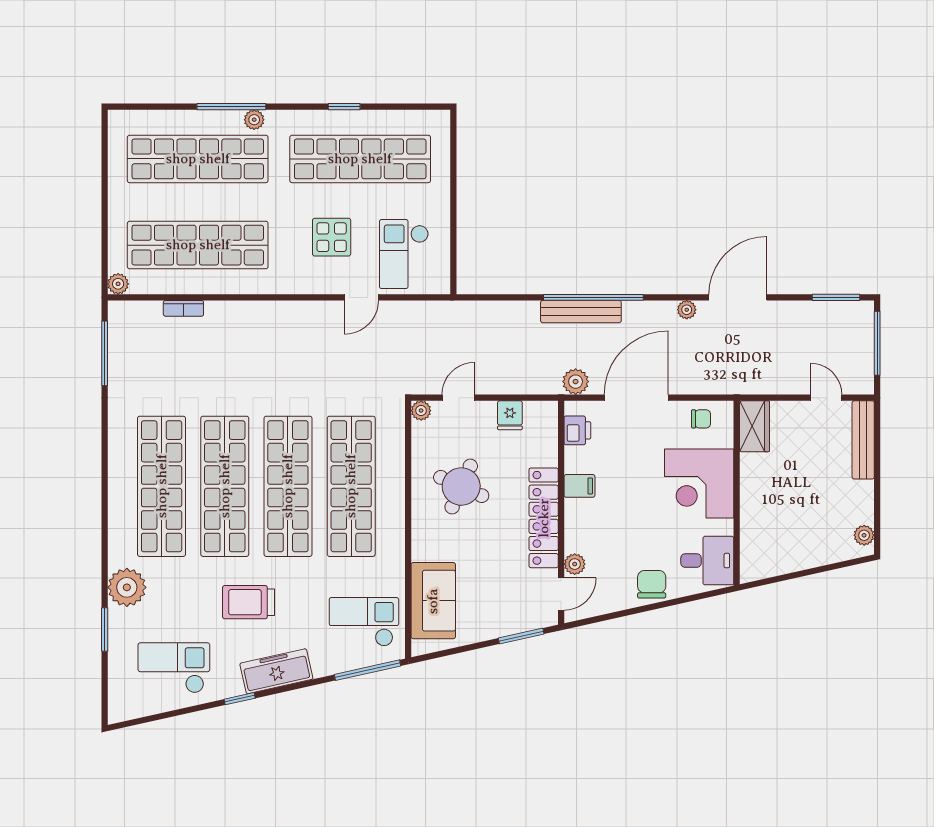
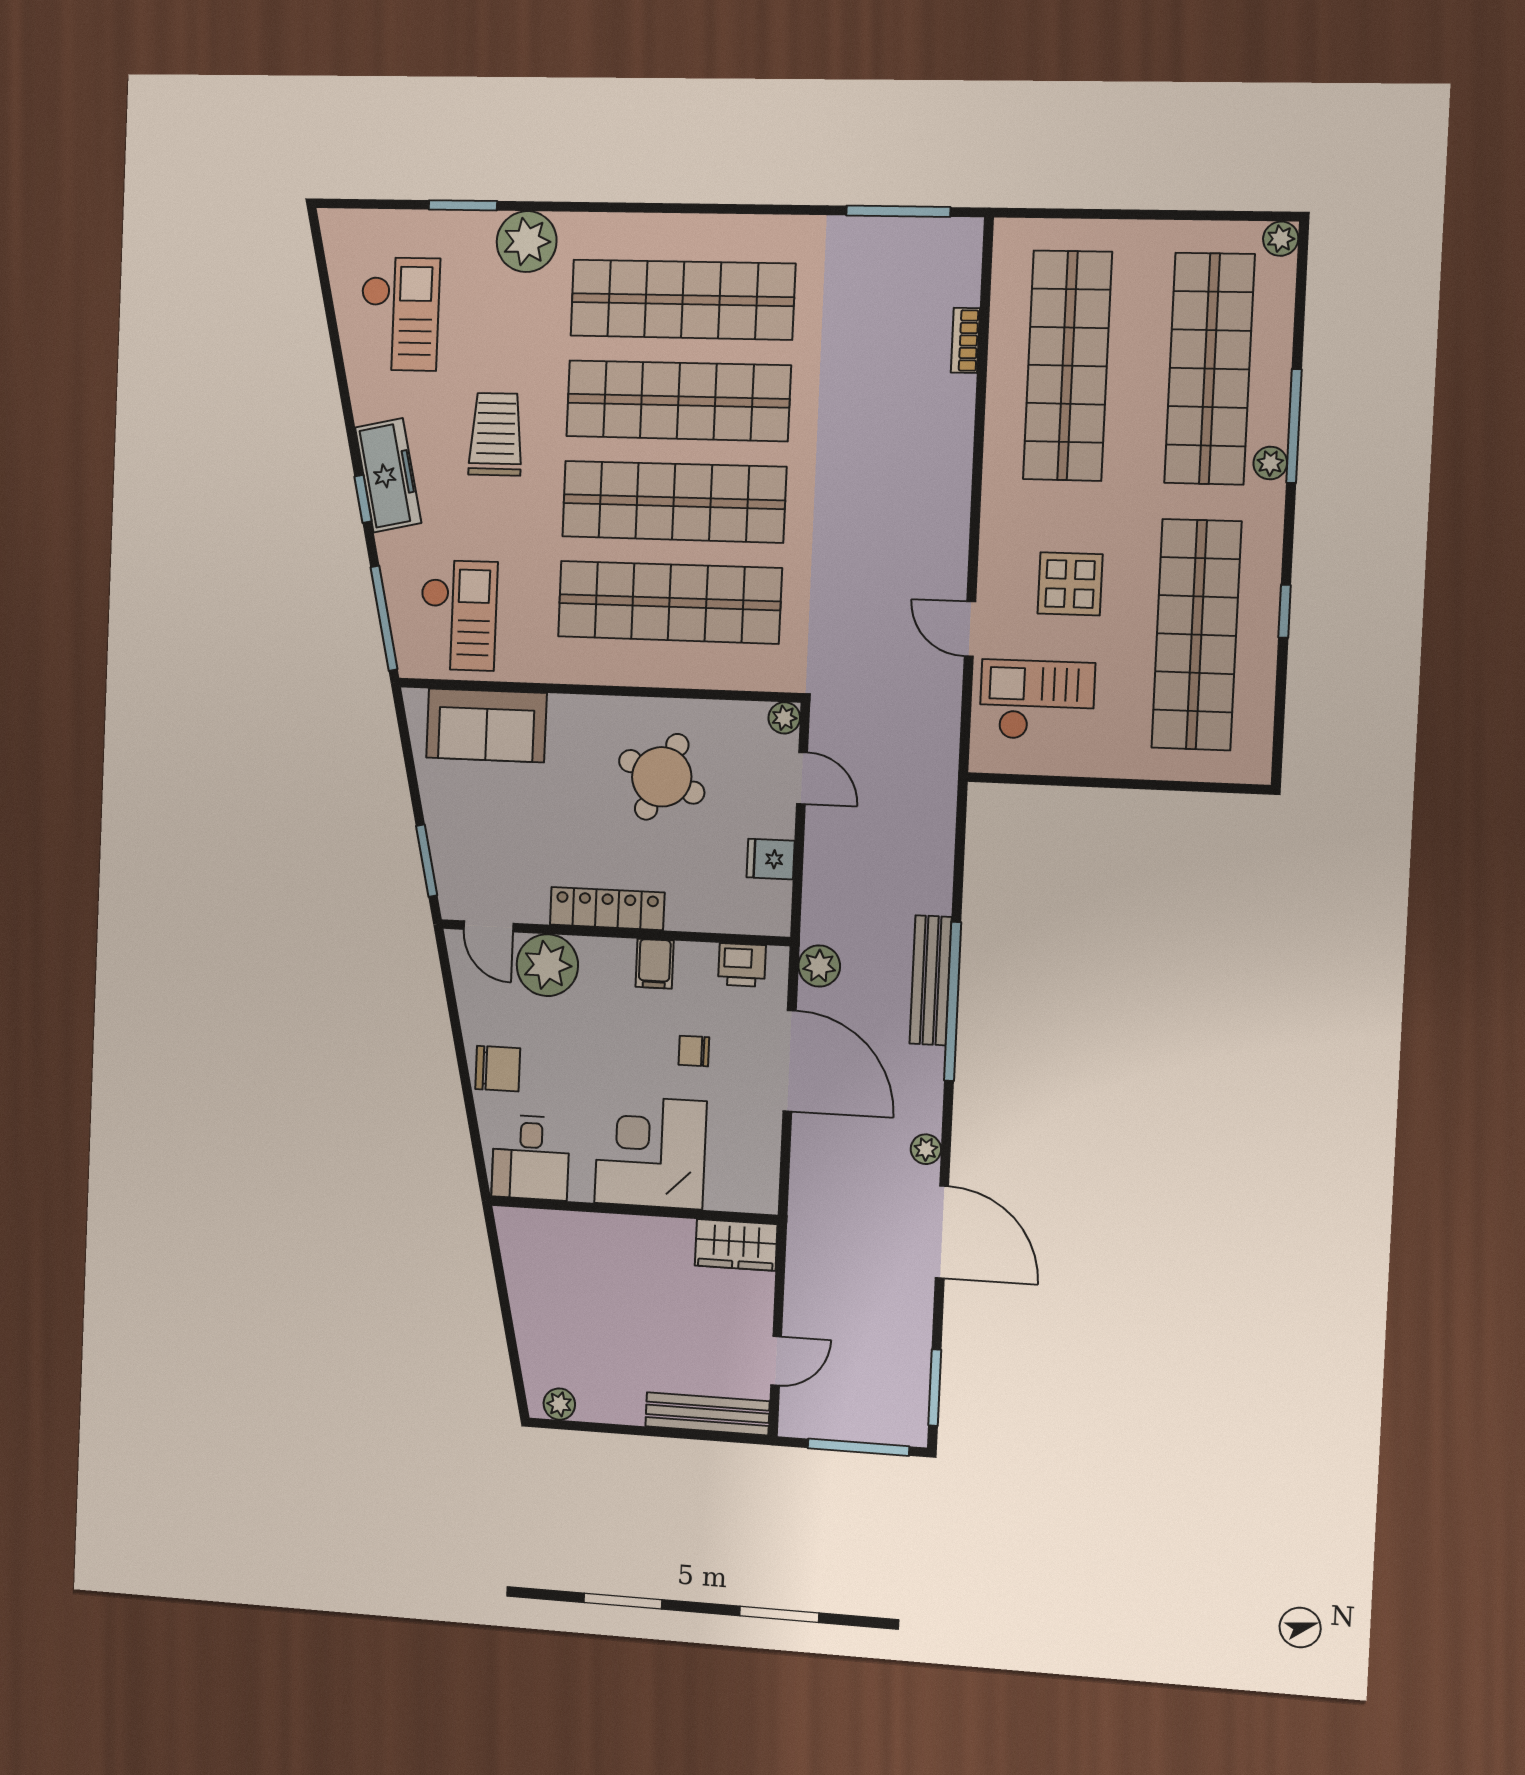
plant: (118, 284) -> (1281, 239), moved
chair: (701, 419) -> (694, 1051), moved, turned 90
locker: (544, 518) -> (607, 909), width x0.71, depth x0.83
plant: (575, 564) -> (547, 965), width x1.87, depth x1.87
window: (240, 699) -> (363, 499), moved

